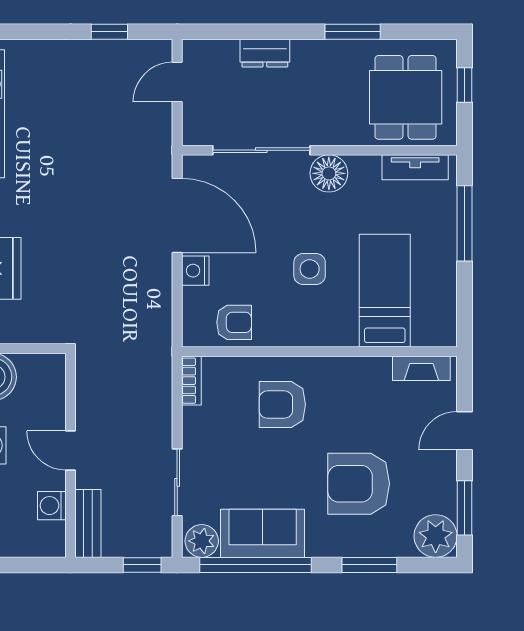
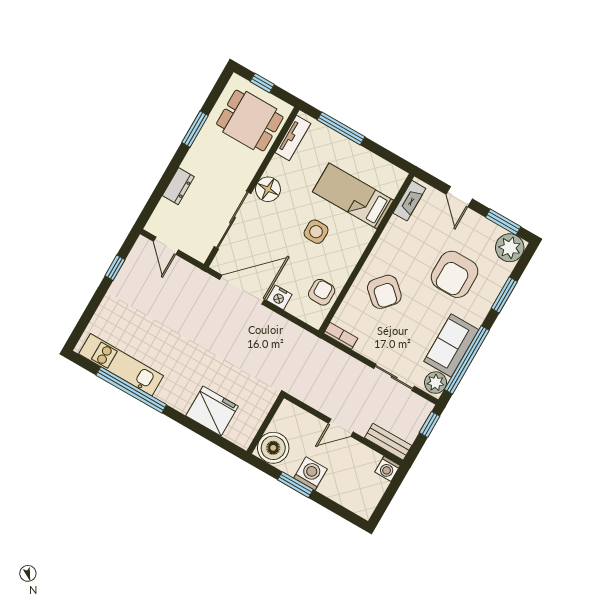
armchair: (282, 405) -> (384, 292), turned -48
washing machine: (52, 506) -> (388, 469), moved

